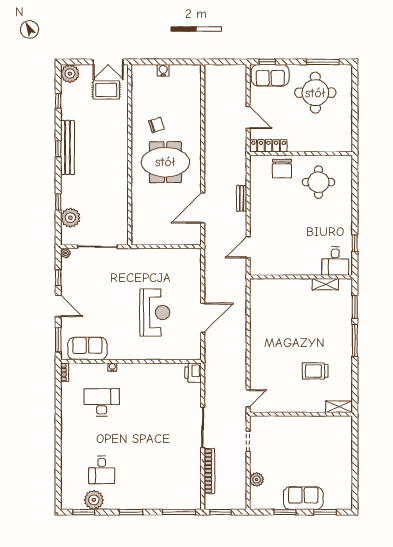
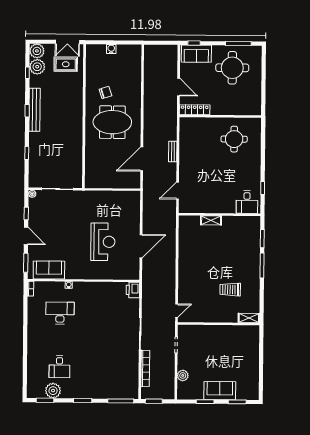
chair: (282, 169) -> (205, 128), removed
plant: (70, 218) -> (37, 67), moved
shelving: (325, 284) -> (211, 220), moved

